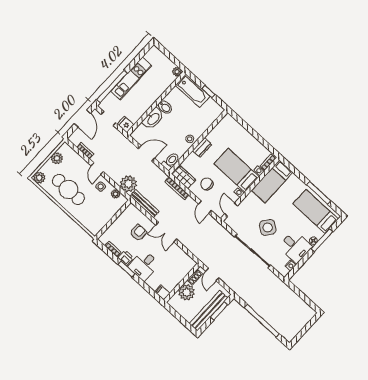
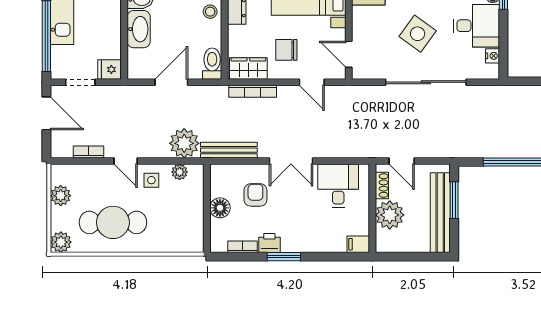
floor lamp: (119, 224) -> (220, 208), added
desk: (144, 265) -> (338, 186), moved, turned 180

